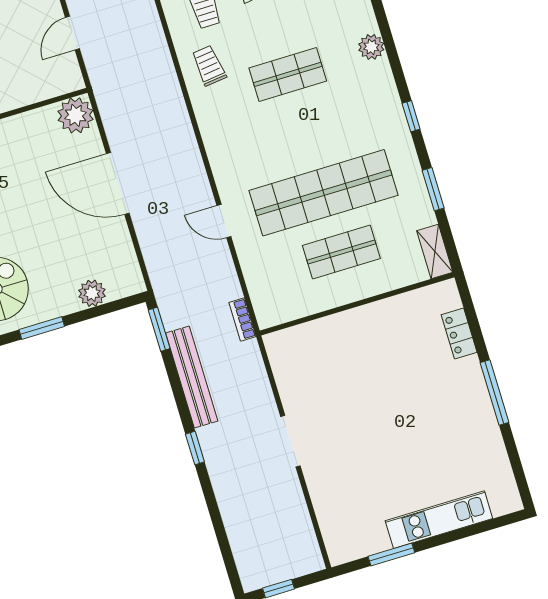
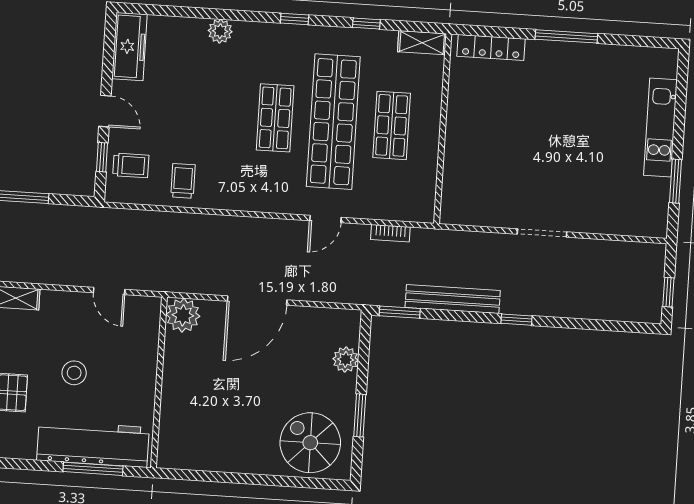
trolley: (209, 66) -> (183, 181), turned 97
shop shelf: (288, 74) -> (275, 118), moved
window: (433, 189) -> (366, 24), width x0.67
bookcase: (243, 319) -> (390, 233), moved
locker: (459, 333) -> (491, 48), width x1.53

